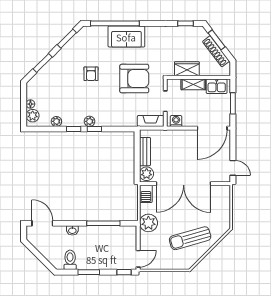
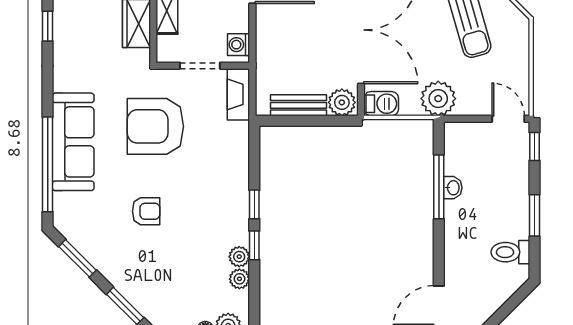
sofa: (126, 37) -> (73, 142), width x1.36
armchair: (134, 79) -> (155, 126), turned -90
plant: (90, 121) -> (239, 257), moved
washbasin: (72, 230) -> (453, 188), moved

